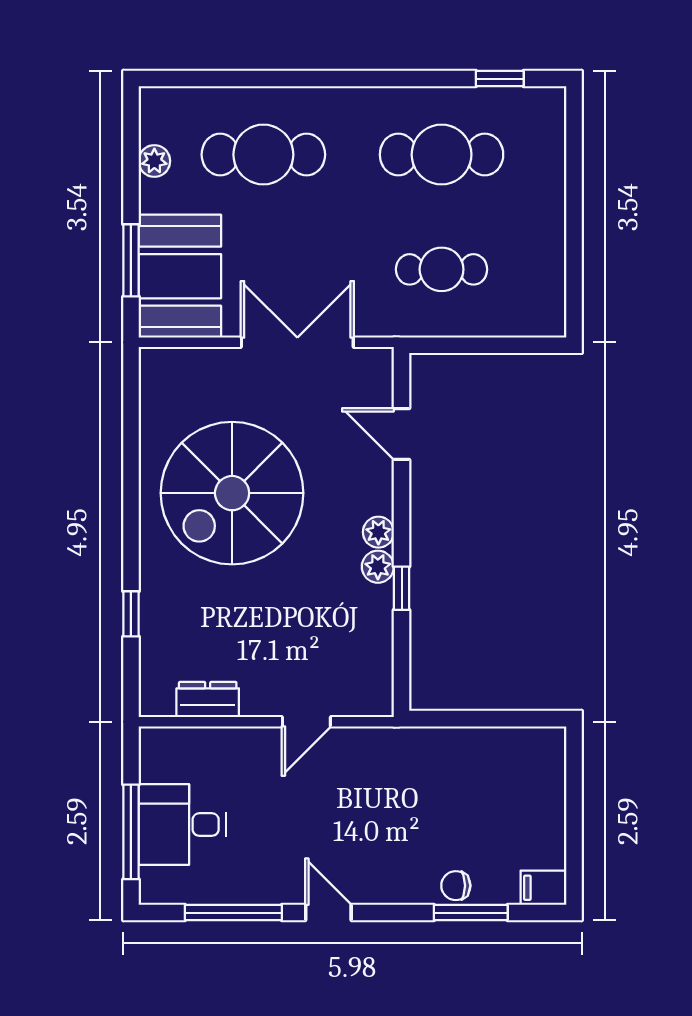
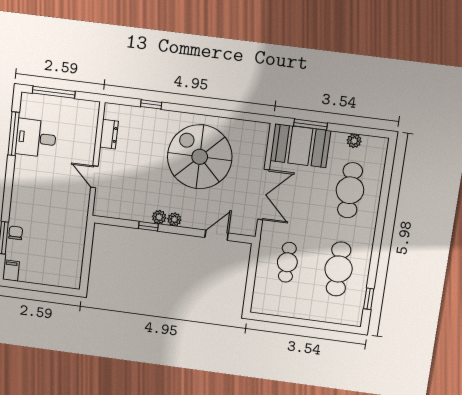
desk: (182, 825) -> (36, 138), moved, turned -90
door: (328, 913) -> (9, 176), removed

